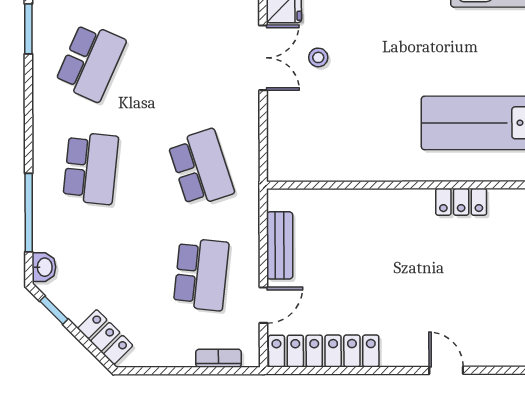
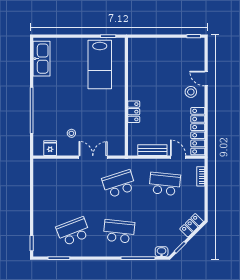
double door: (263, 58) -> (93, 157), moved
school desk: (91, 62) -> (73, 231), turned -45
locker: (461, 202) -> (134, 112), moved
stool: (415, 334) -> (191, 92), added
door: (446, 370) -> (206, 78), hinge flipped

